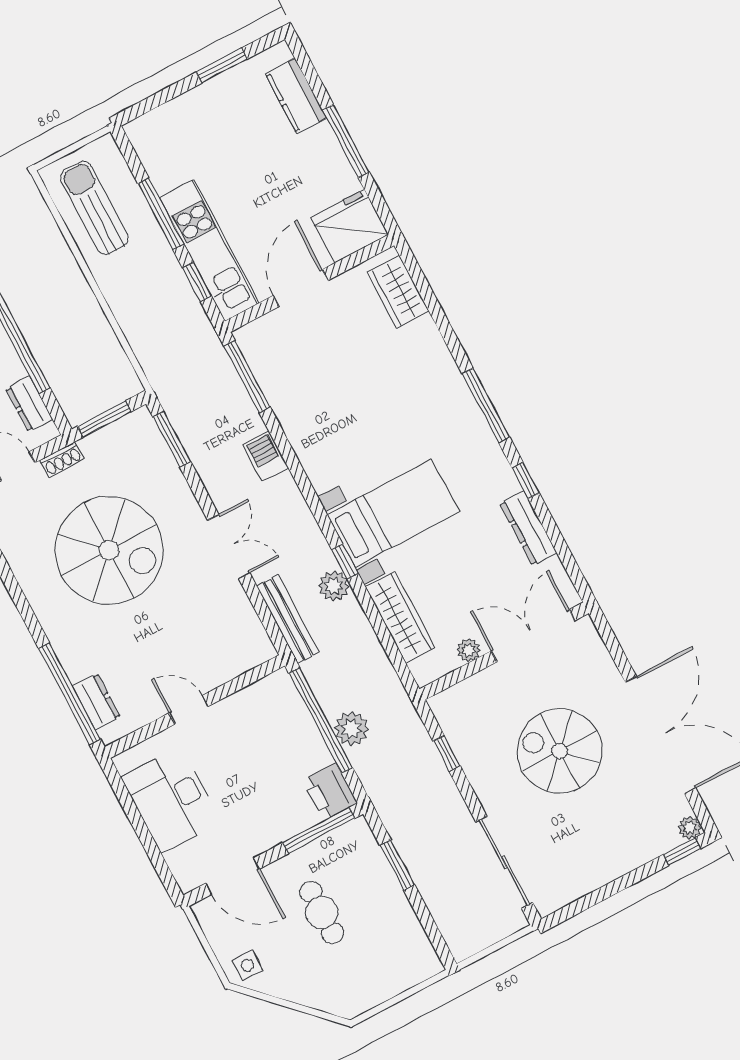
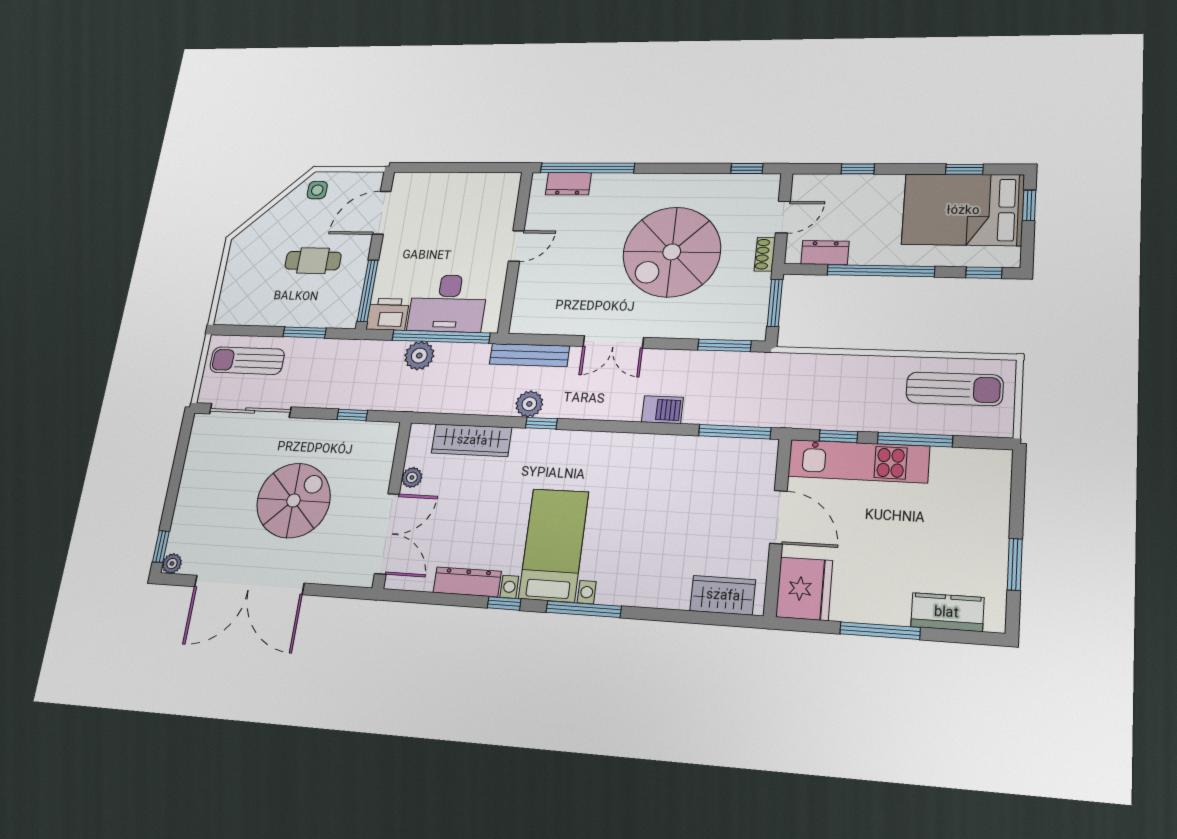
bed with nightstands: (393, 513) -> (554, 545), moved, turned 180
desk: (171, 800) -> (448, 303), moved, turned 180
sun lounger: (459, 904) -> (247, 361), added

